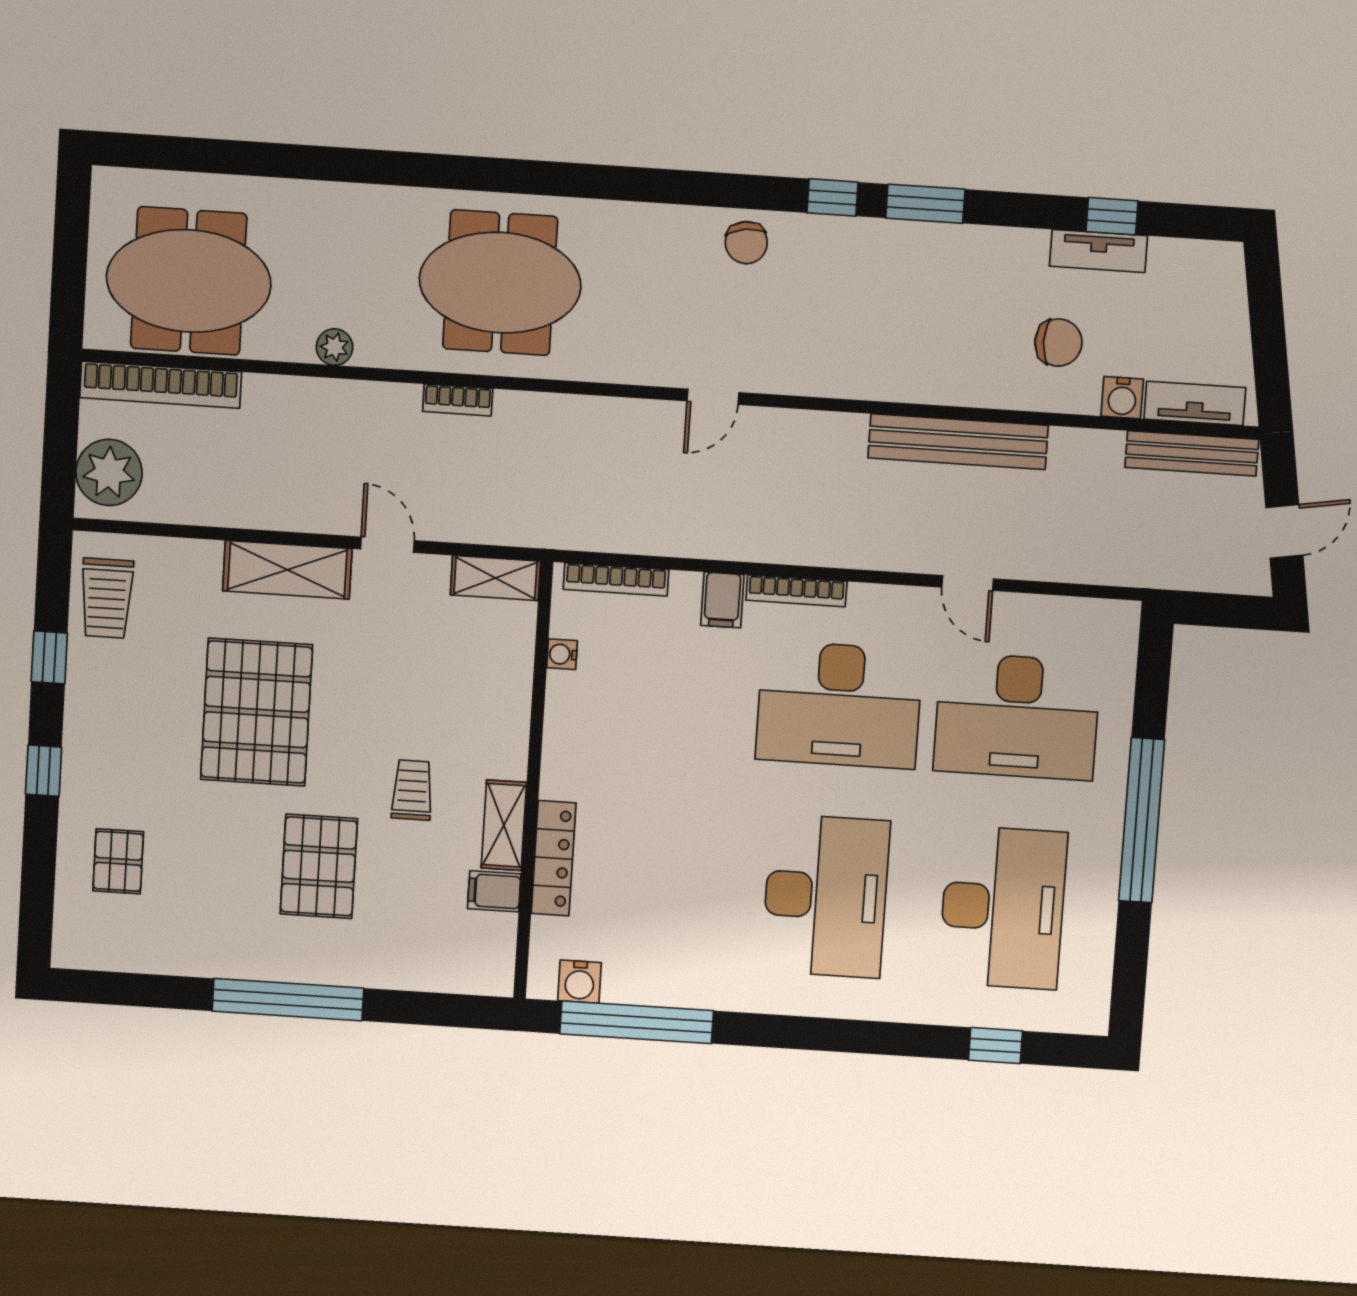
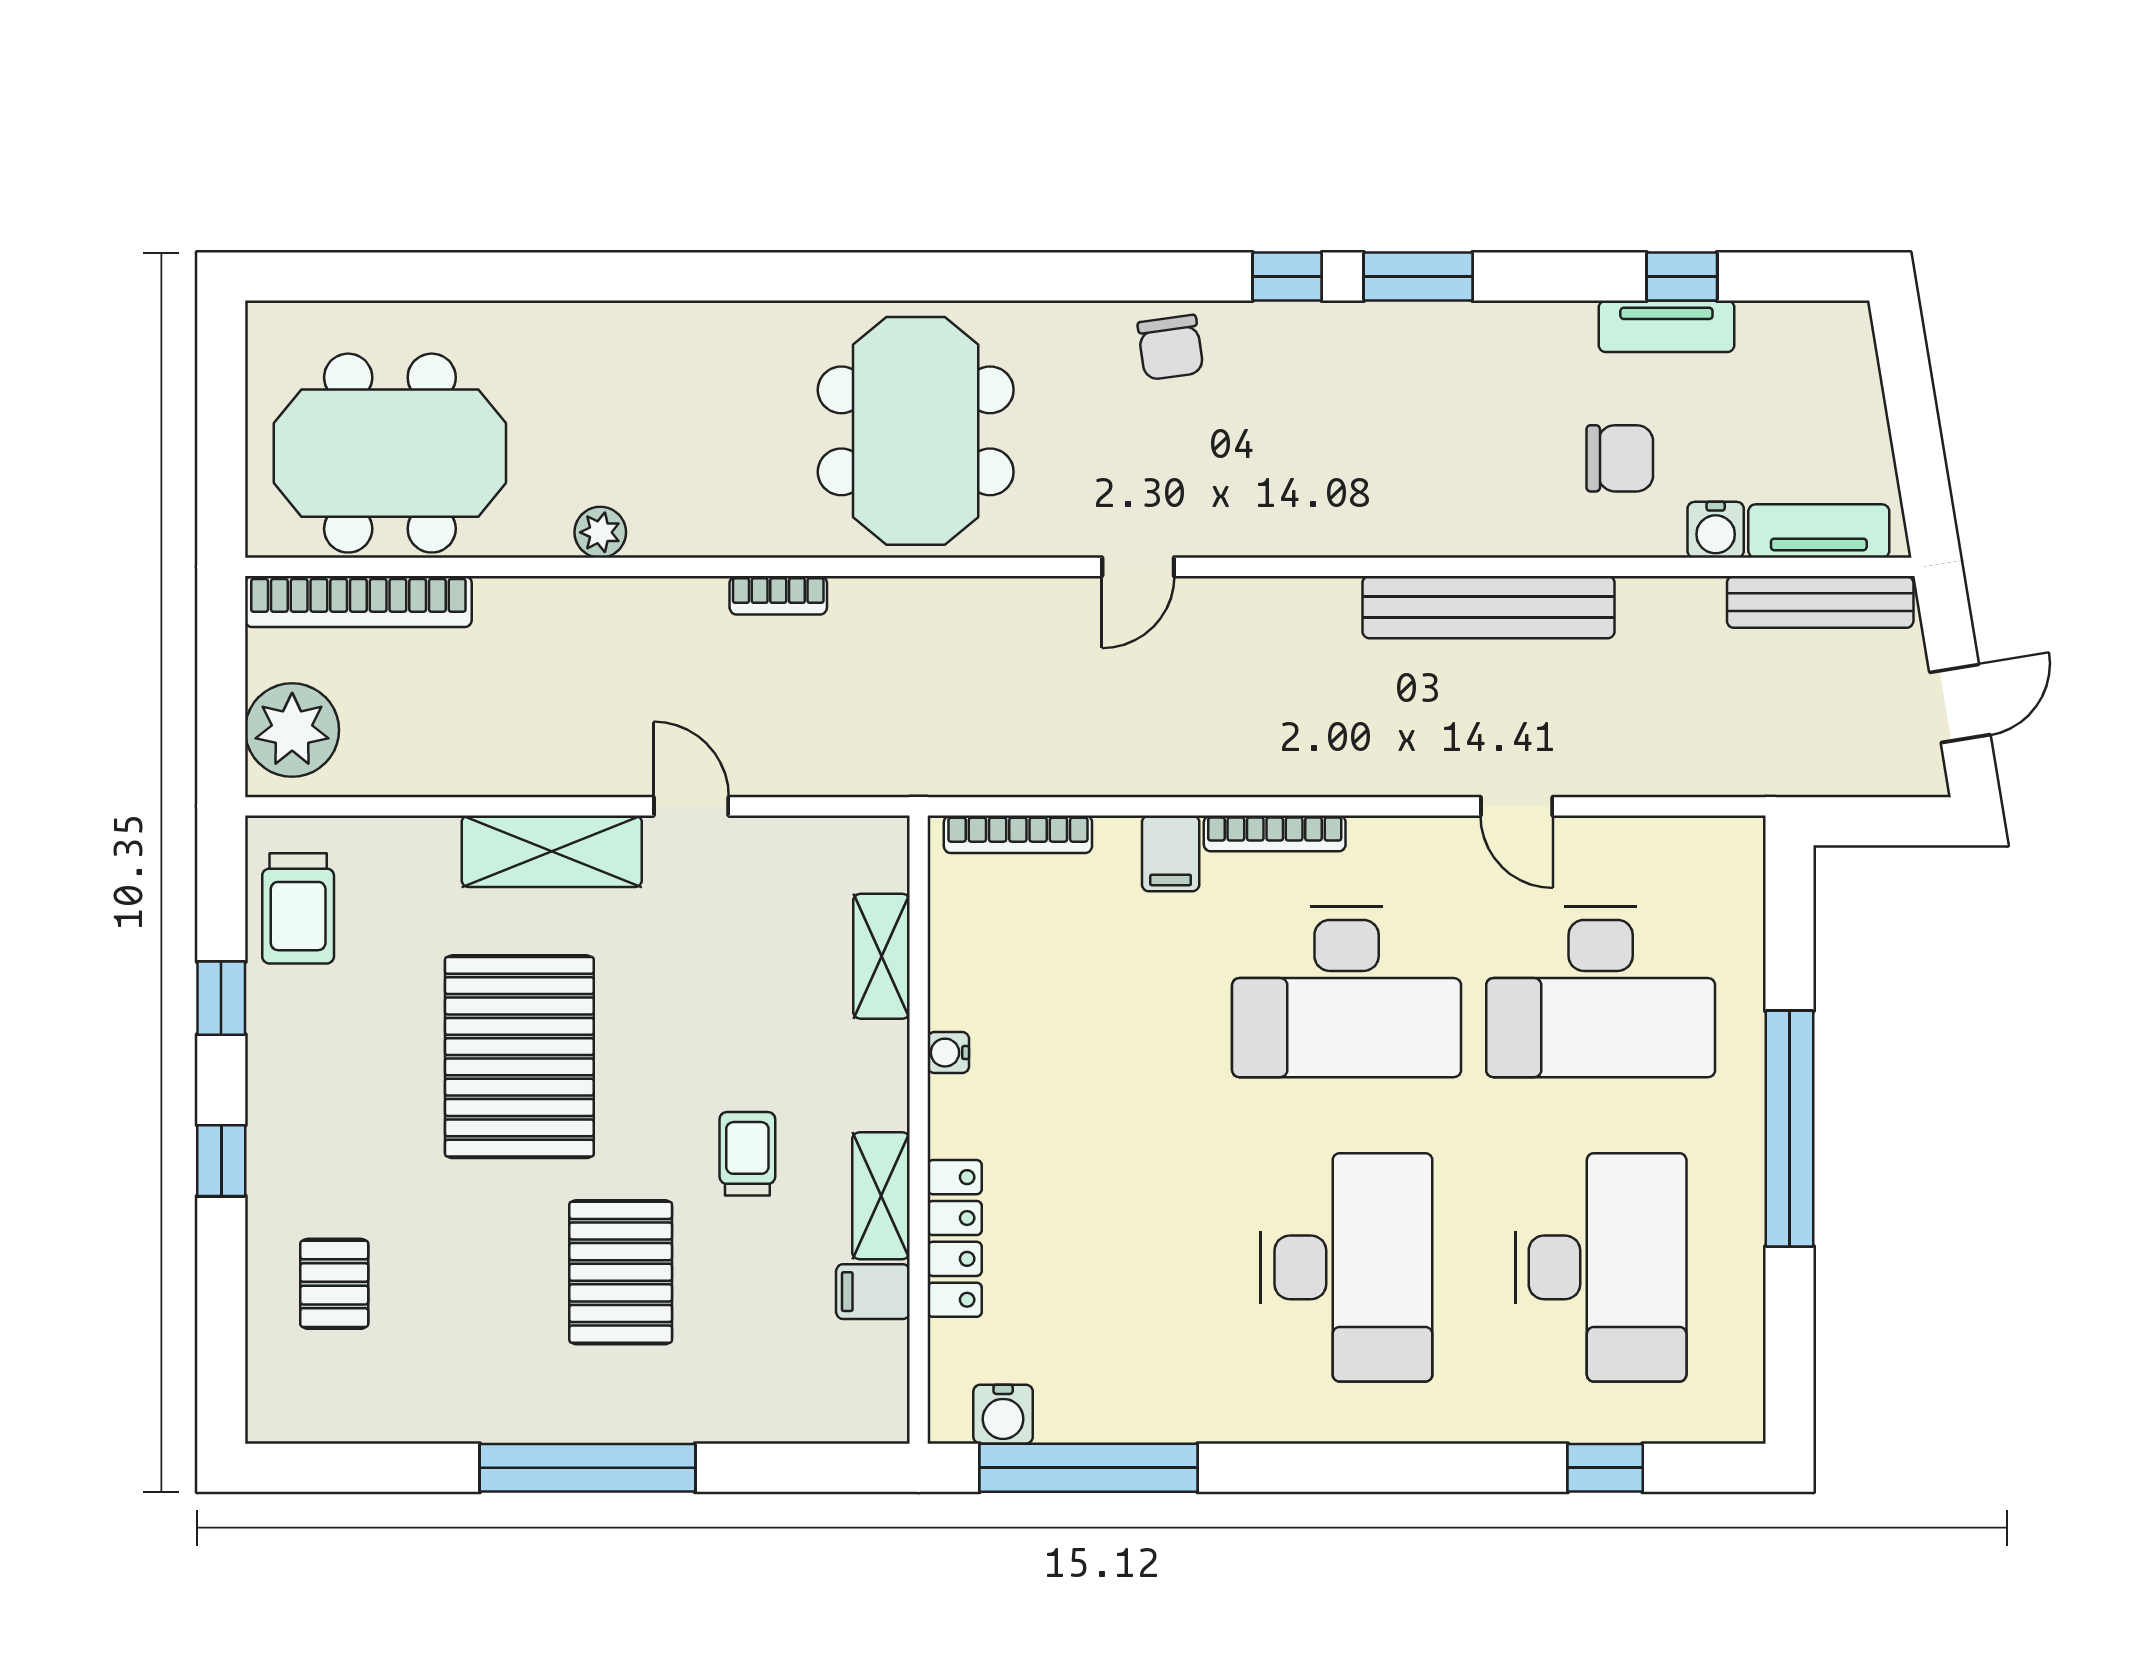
meeting table: (500, 283) -> (916, 431), moved, turned 90
shelving: (495, 578) -> (881, 956), moved, turned 90
water cooler: (562, 654) -> (948, 1053), moved

